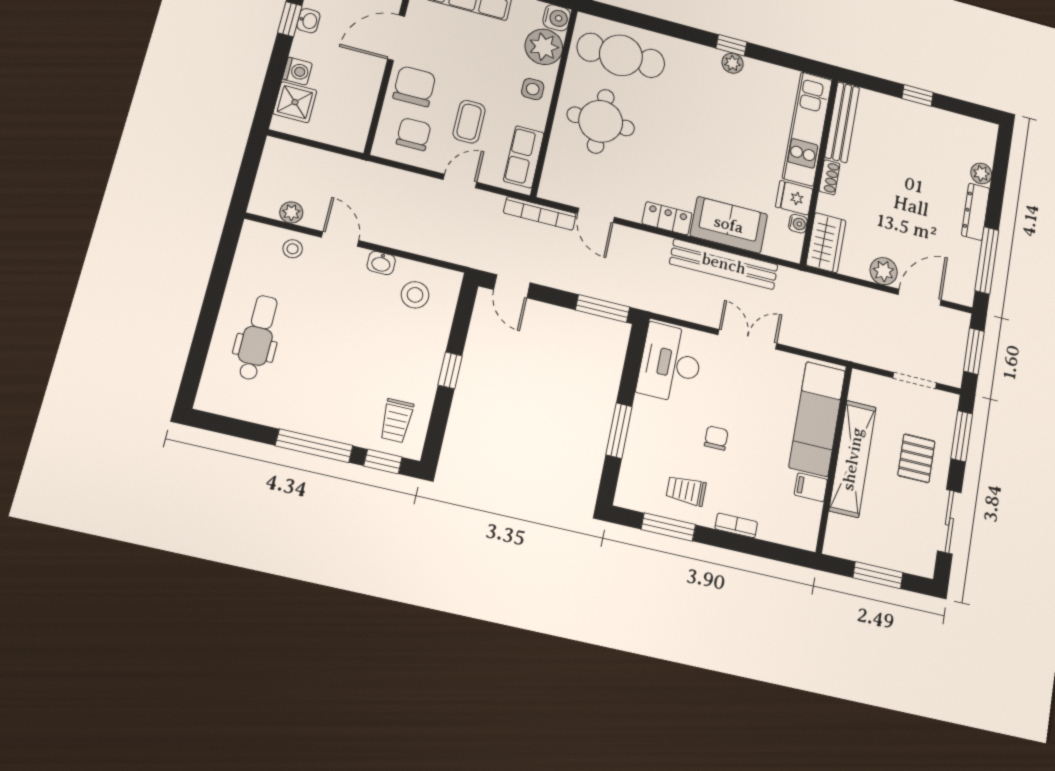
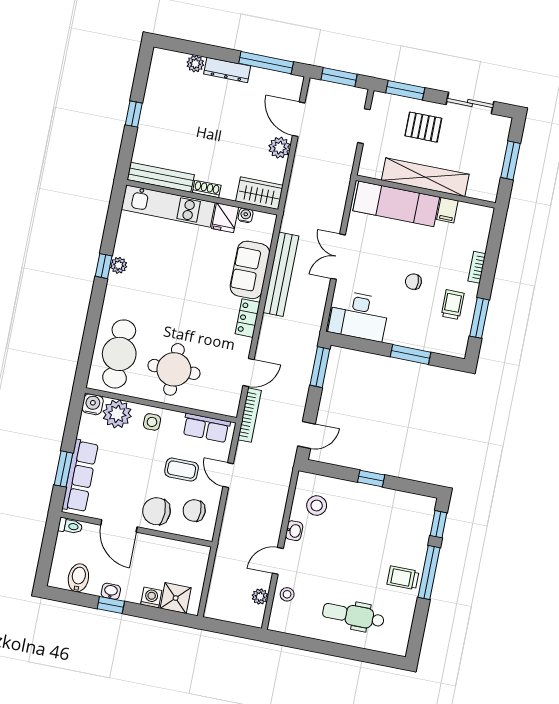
trolley: (396, 421) -> (403, 578), moved, turned 180
trolley: (686, 491) -> (453, 305), turned 180

